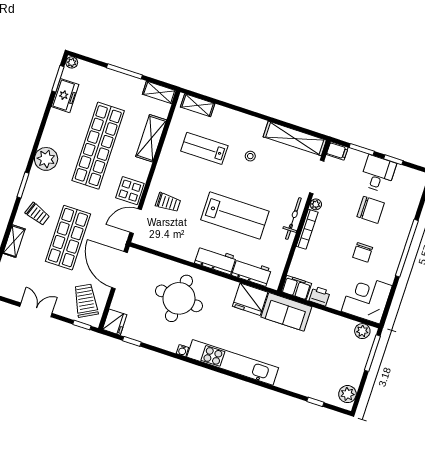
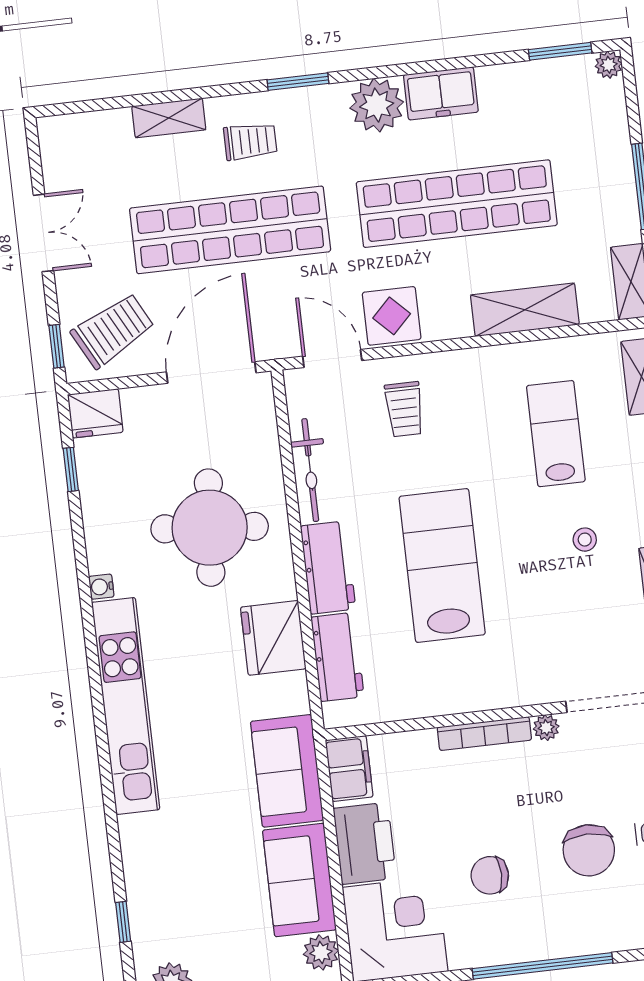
freezer: (65, 96) -> (441, 93), moved
trolley: (37, 214) -> (250, 141), turned -110
lab bench: (235, 216) -> (442, 566), turned 180
bicycle: (293, 218) -> (310, 470), moved, turned 90
shop shelf: (68, 238) -> (230, 230), width x1.40
printer: (320, 296) -> (365, 843), width x1.87, depth x1.48
fridge: (250, 299) -> (273, 638), moved
sofa: (331, 327) -> (299, 880), added

